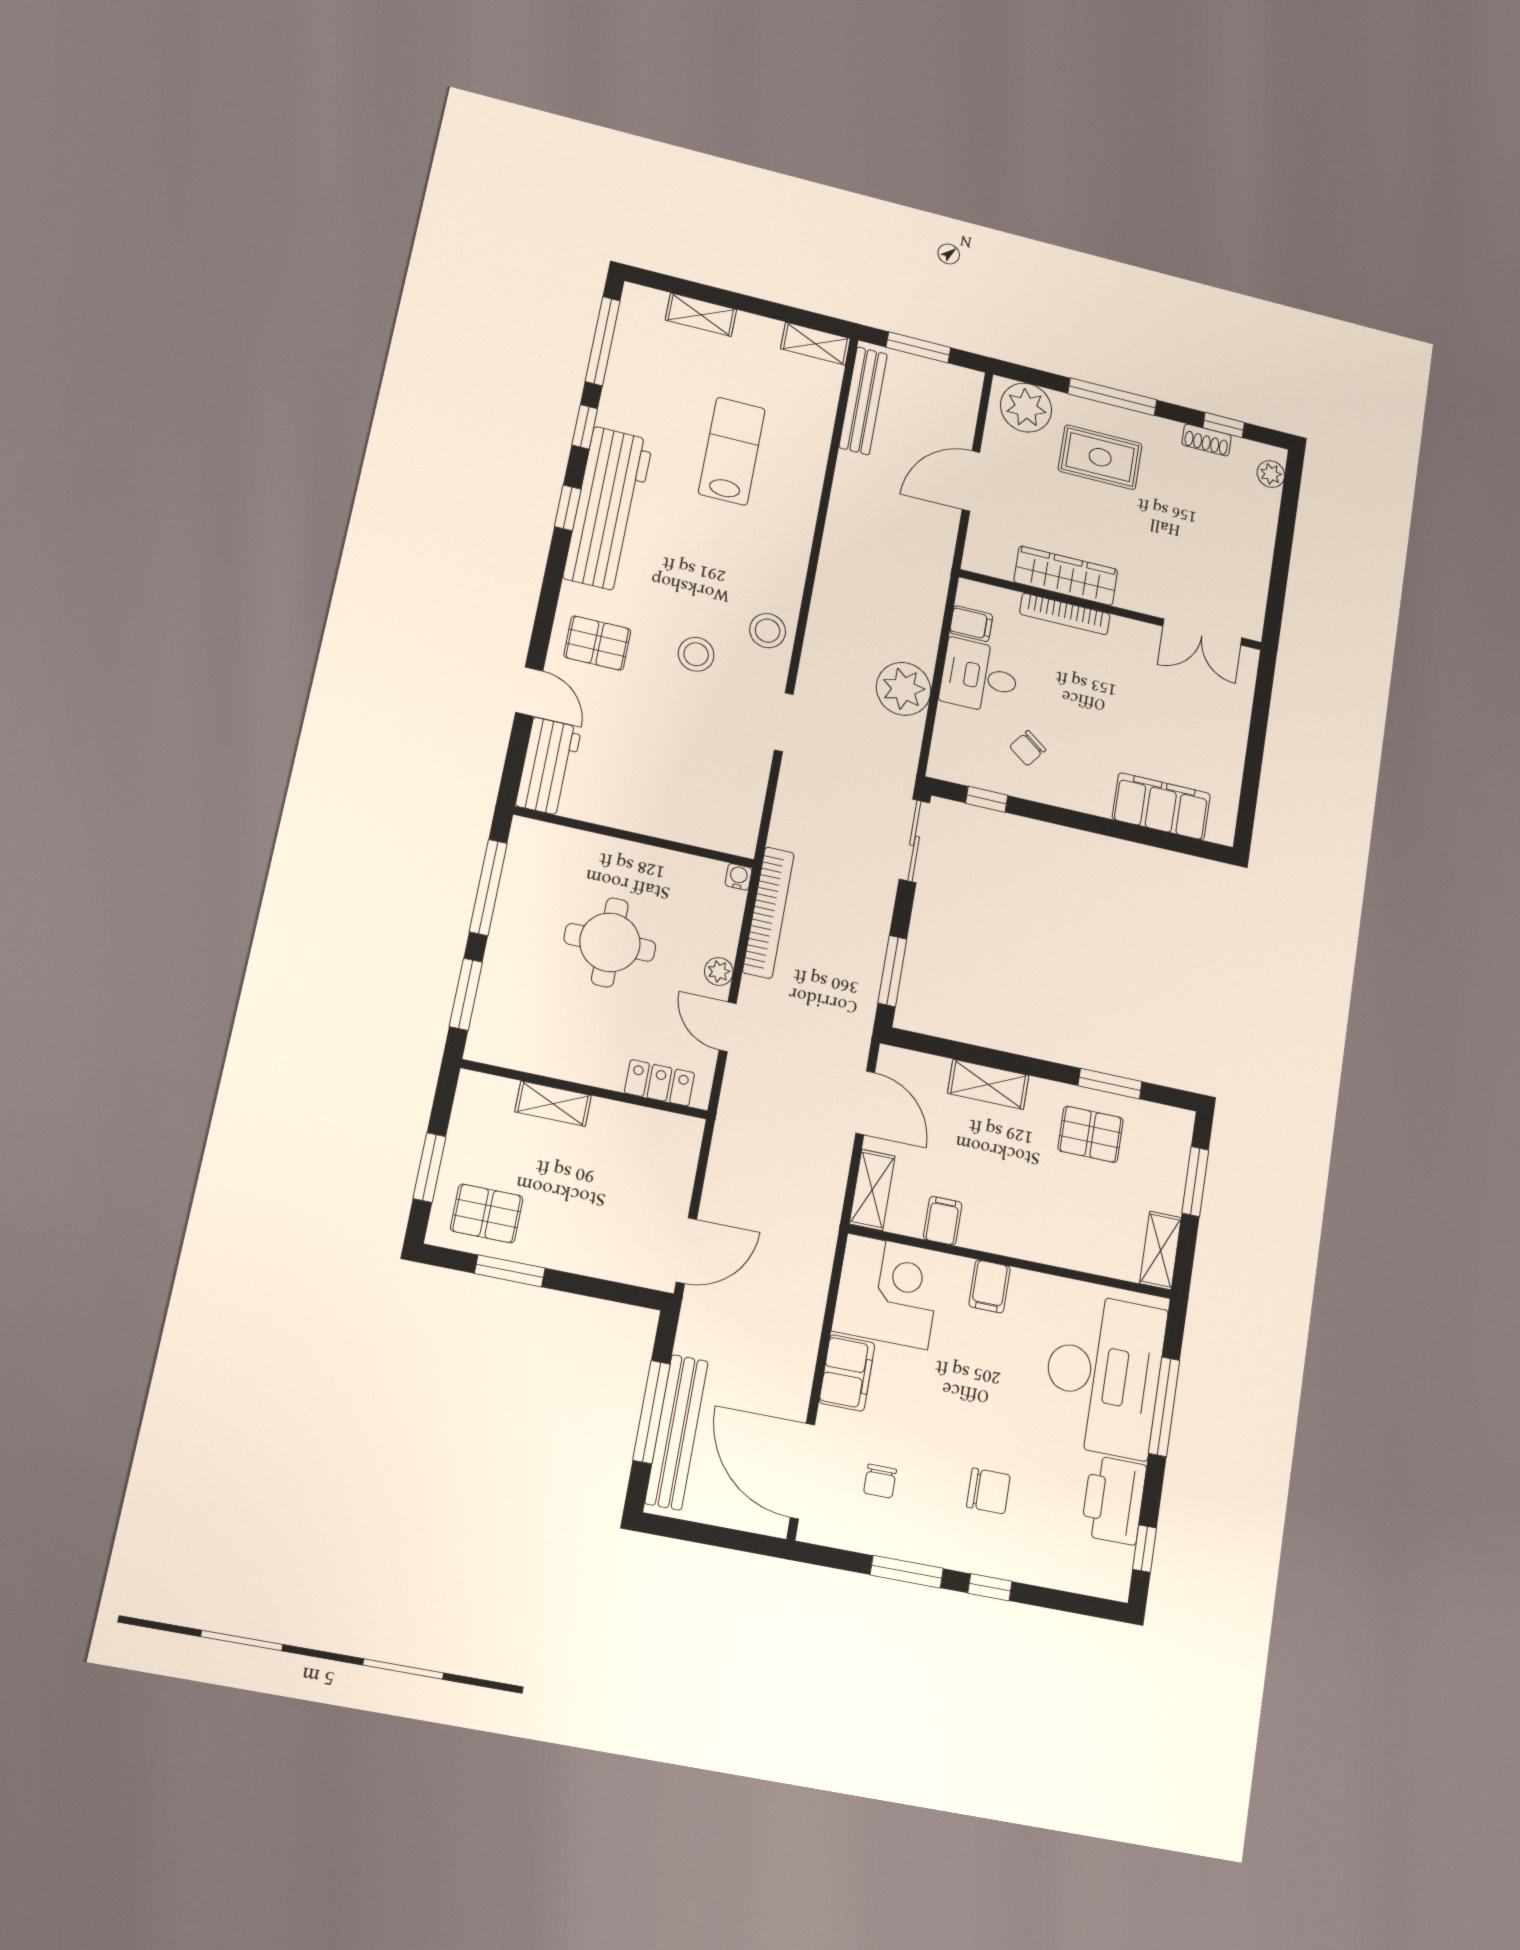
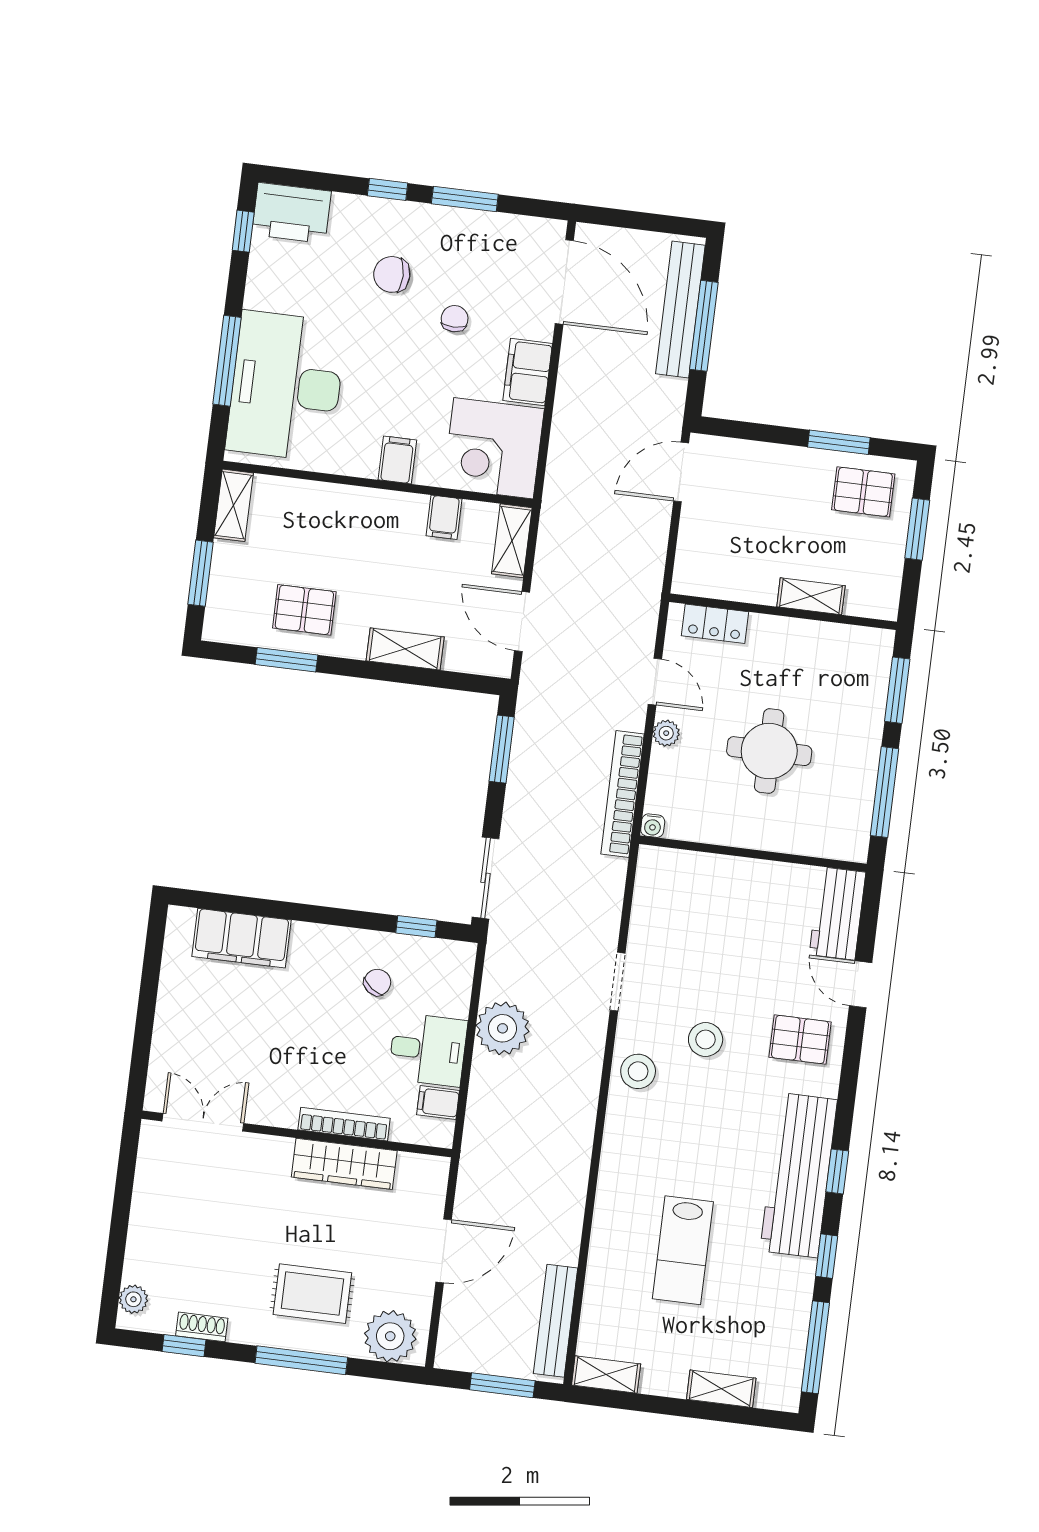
chair: (880, 1481) -> (455, 319), moved
printer: (1114, 1500) -> (291, 213), moved, turned 90

